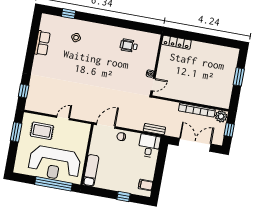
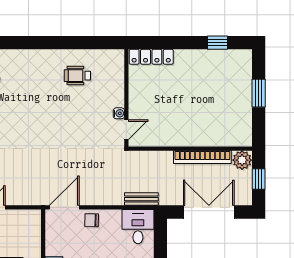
window: (219, 41) -> (217, 43), added

